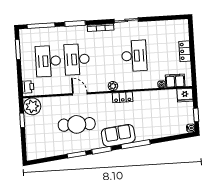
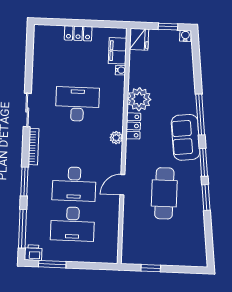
printer: (28, 87) -> (33, 253), moved
plant: (32, 106) -> (139, 99), moved

